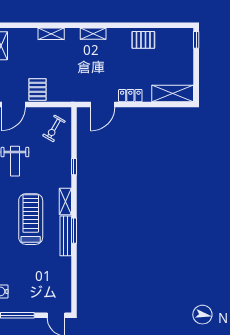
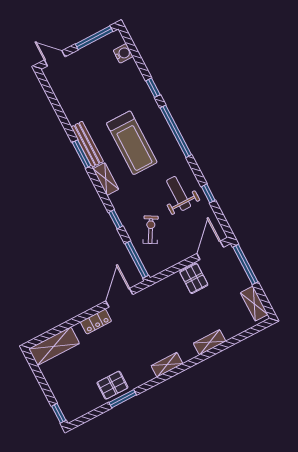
window: (141, 25) -> (123, 399), added
window: (74, 127) -> (137, 260), added
exercise bike: (54, 128) -> (151, 230), moved

